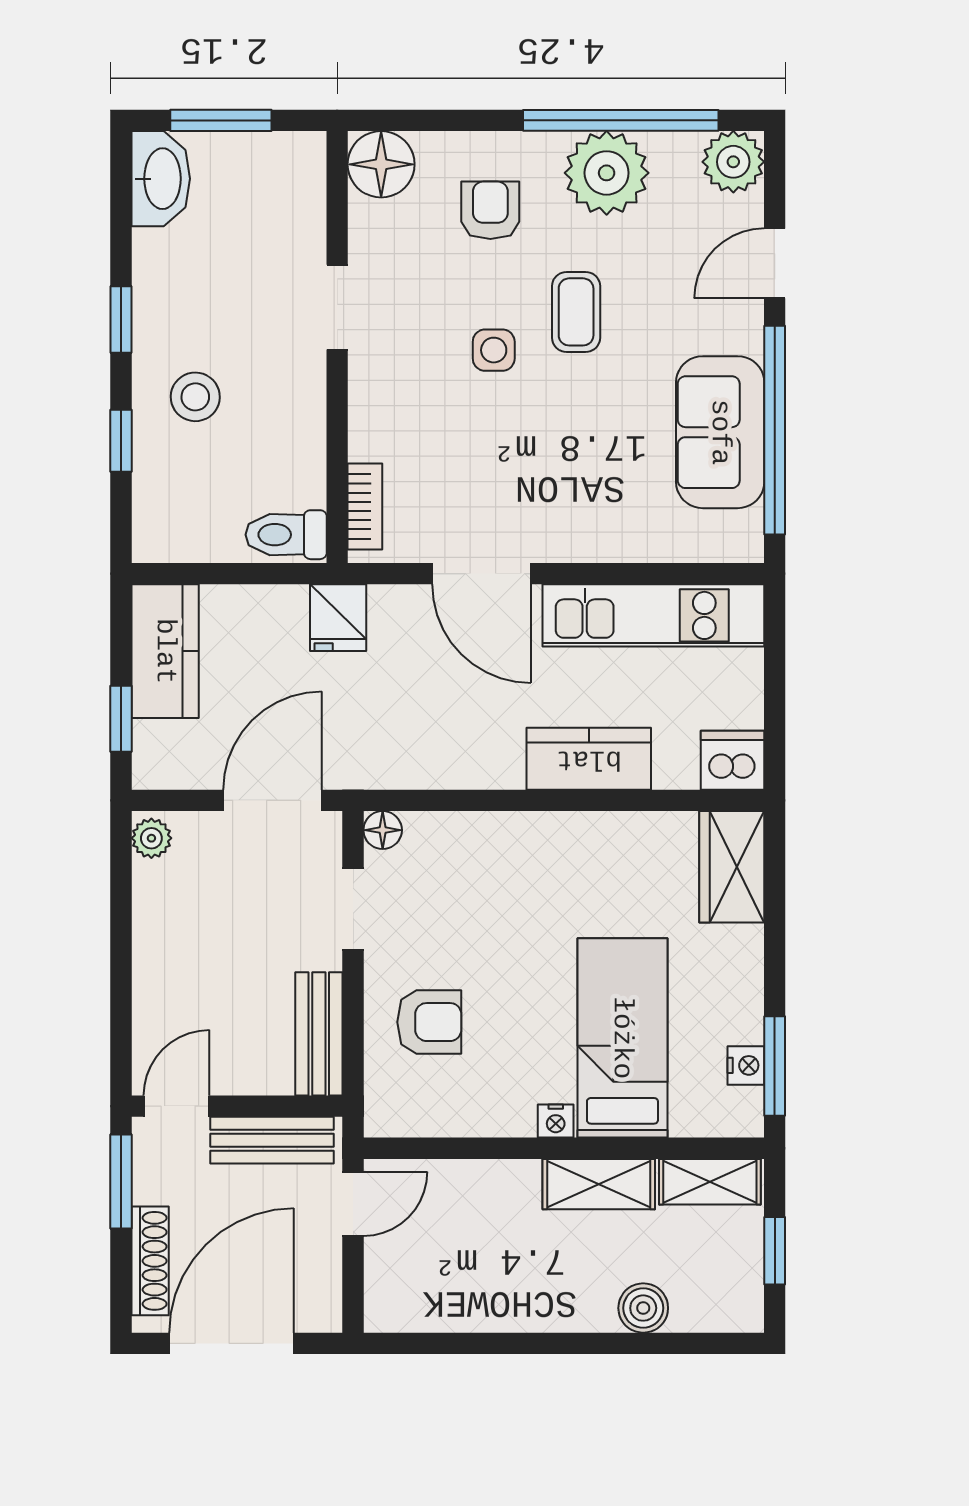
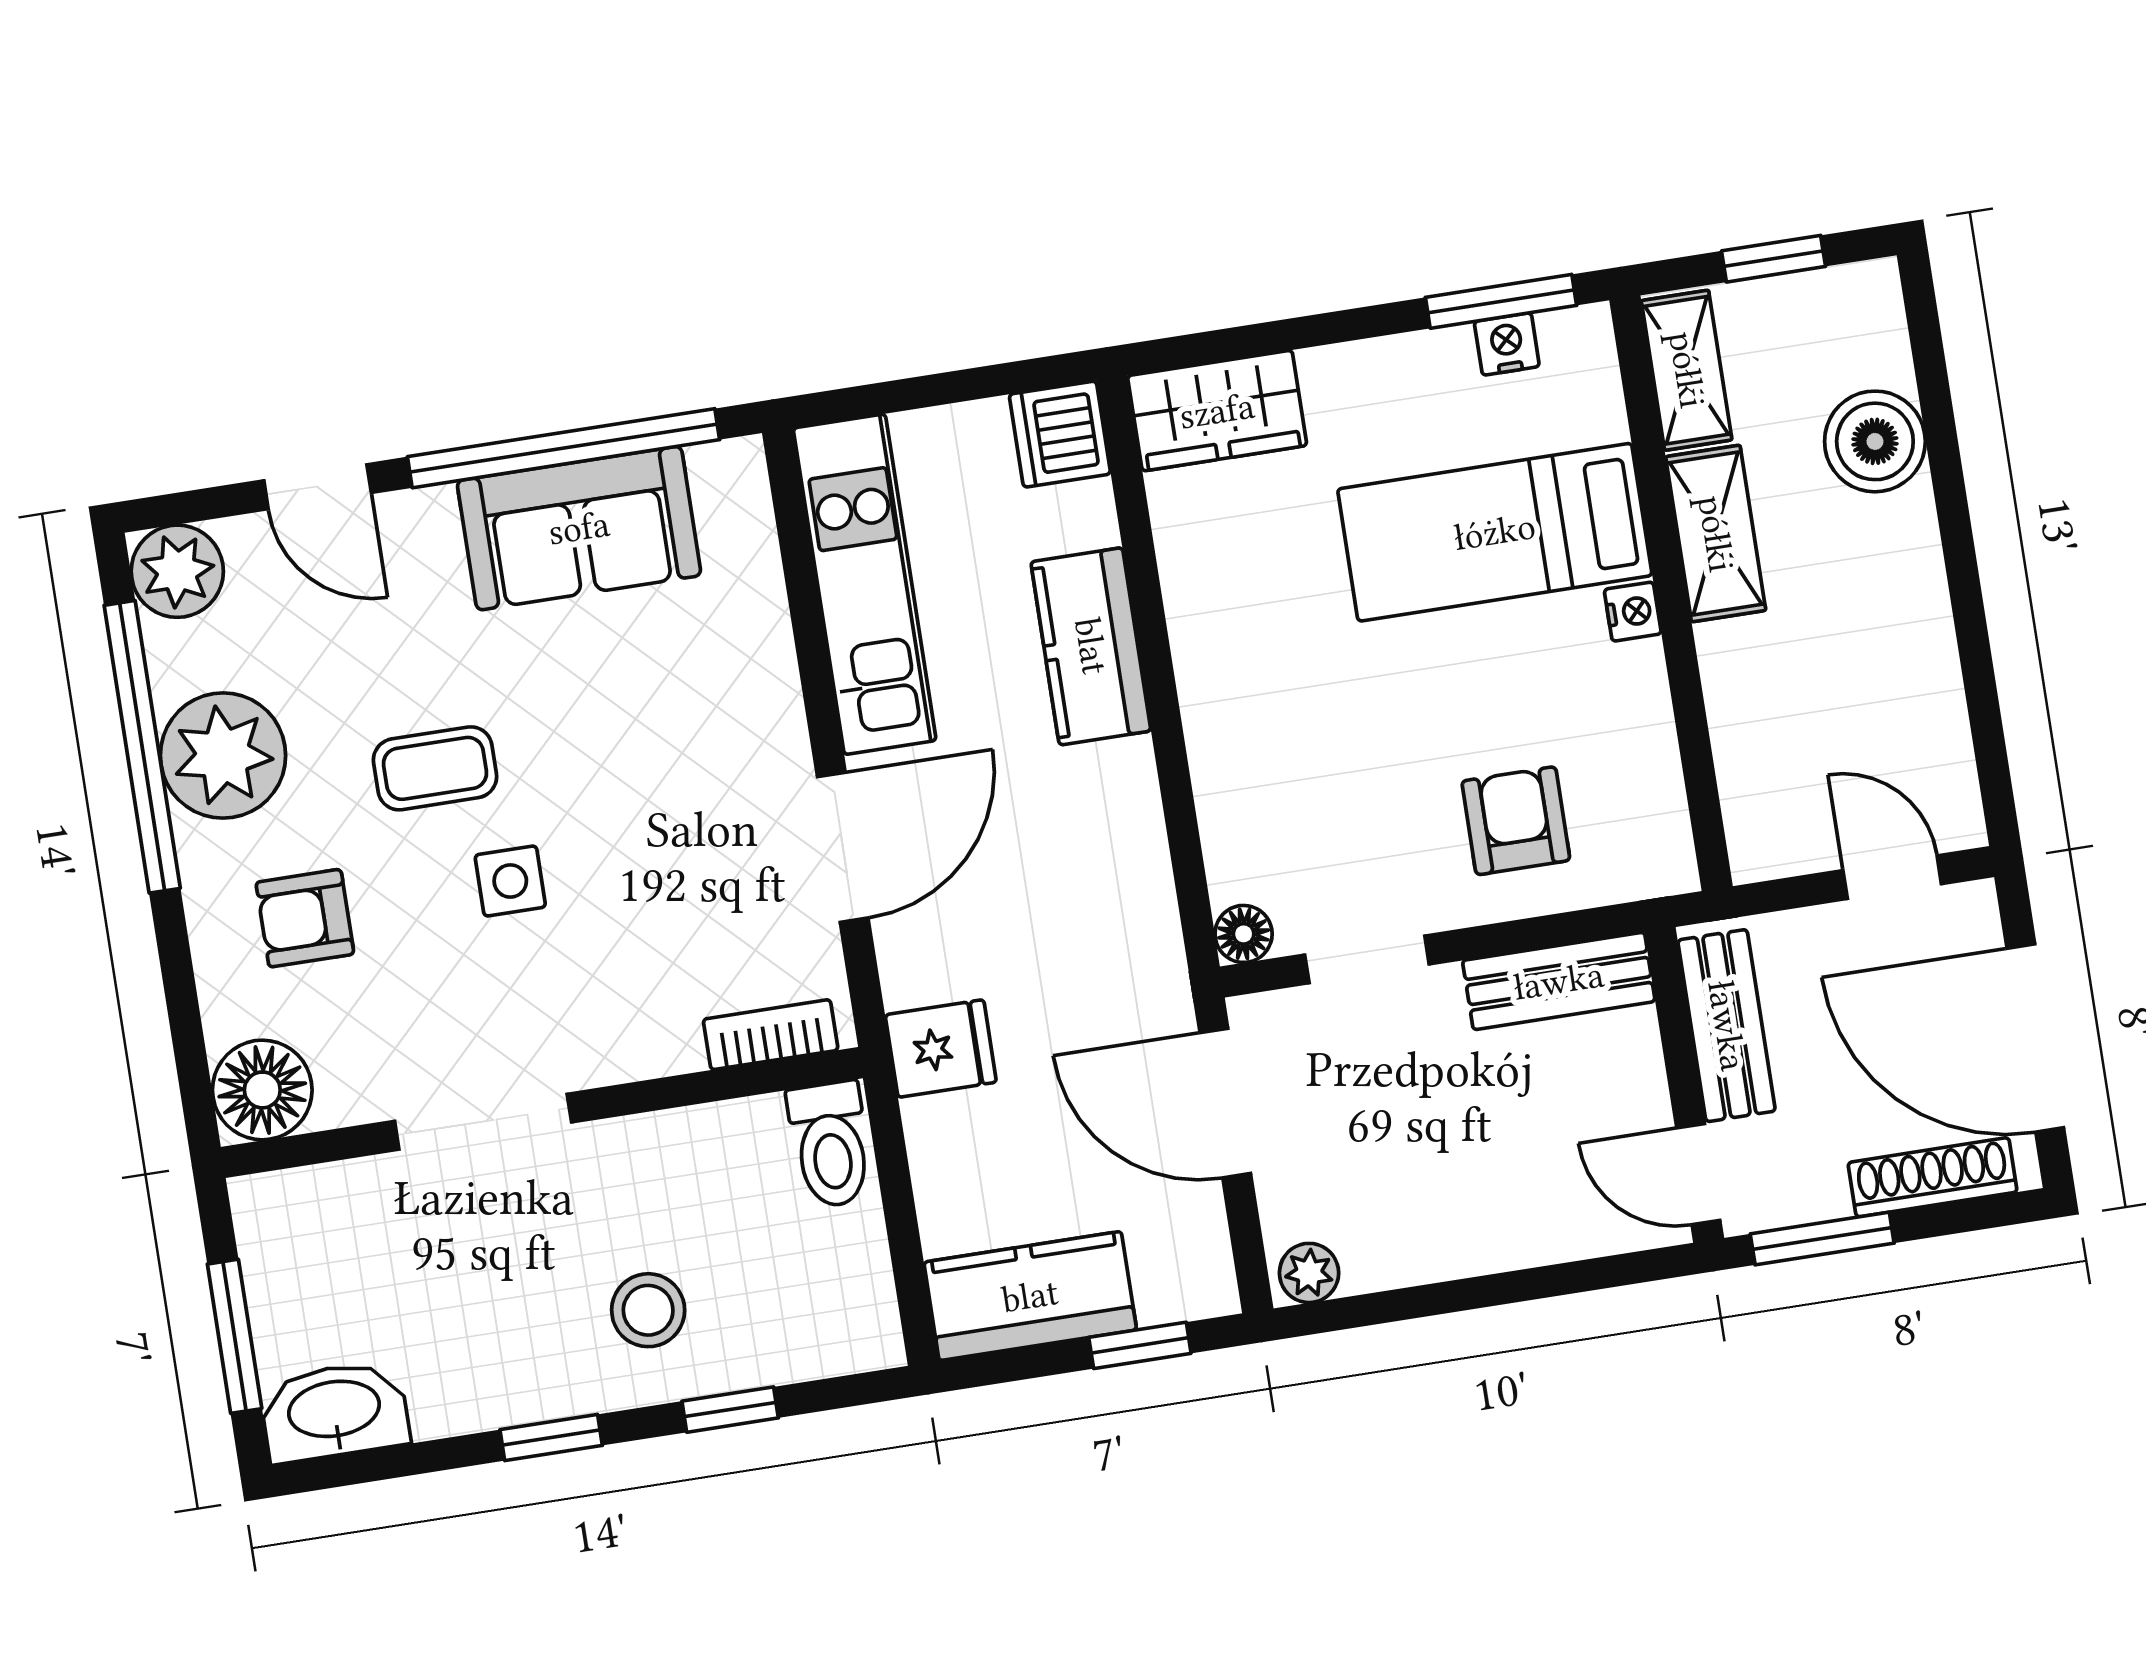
doorway: (337, 307) -> (483, 1122), width x1.38
door: (353, 1204) -> (1892, 877), moved
boiler: (643, 1308) -> (1875, 441), width x1.36, depth x1.36

